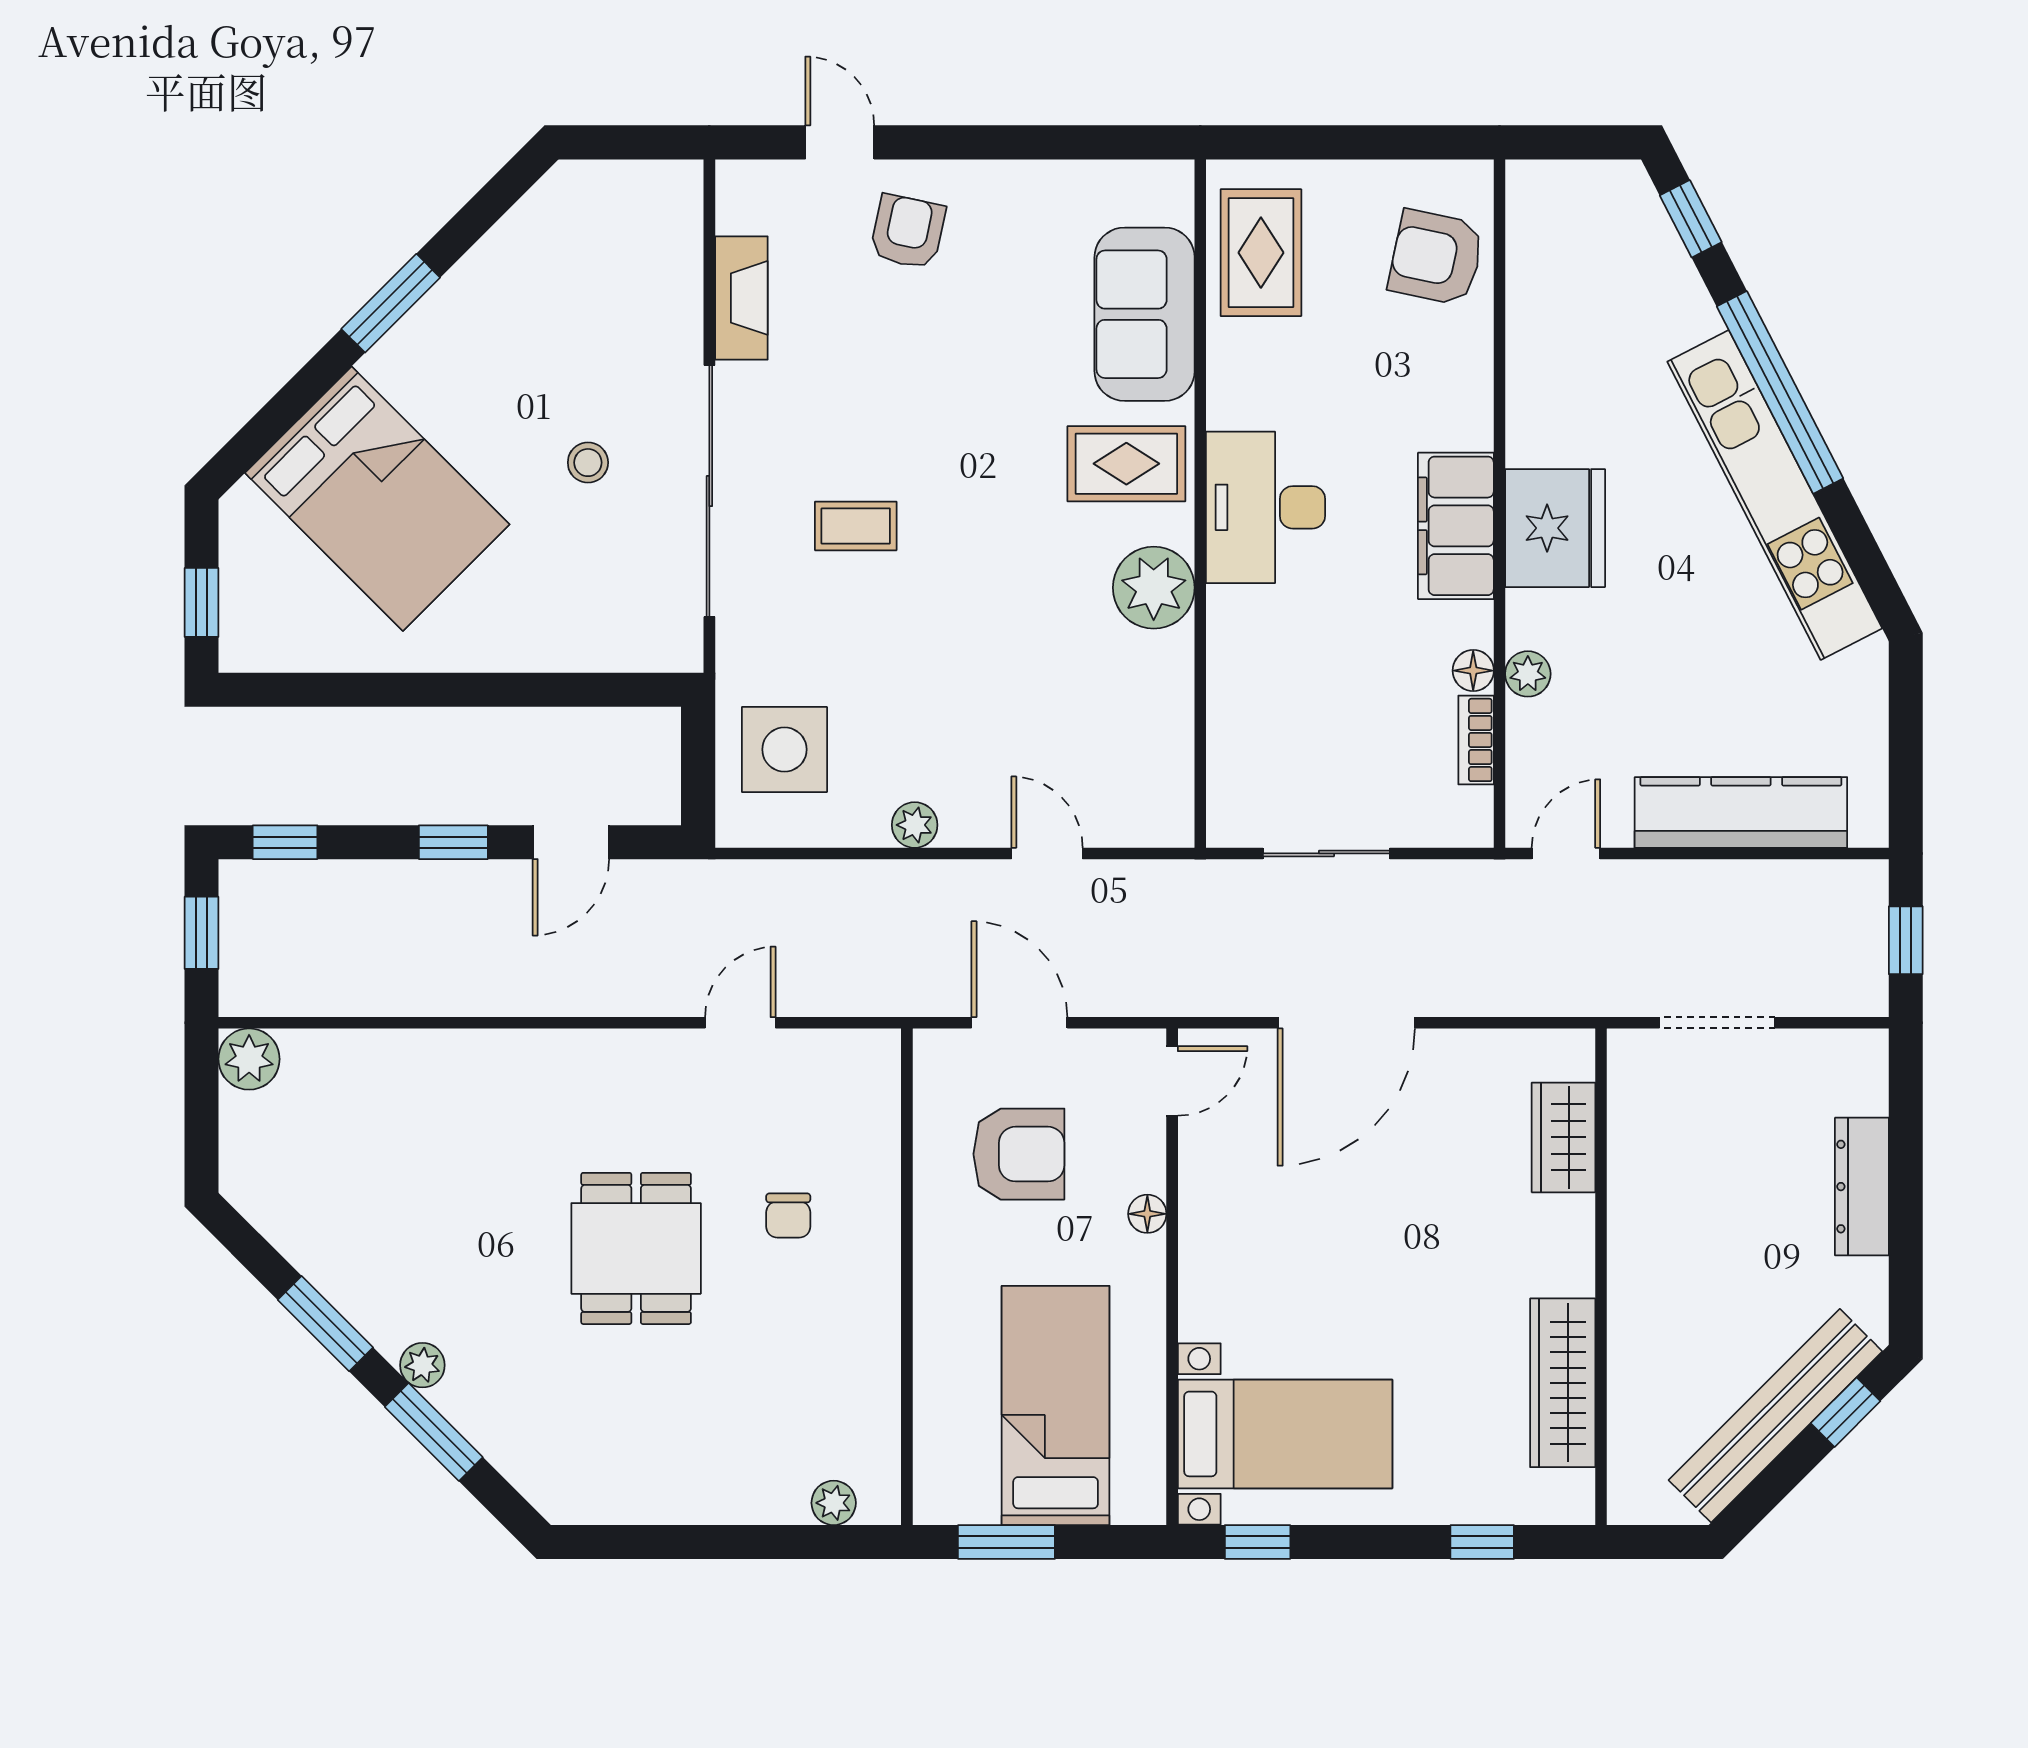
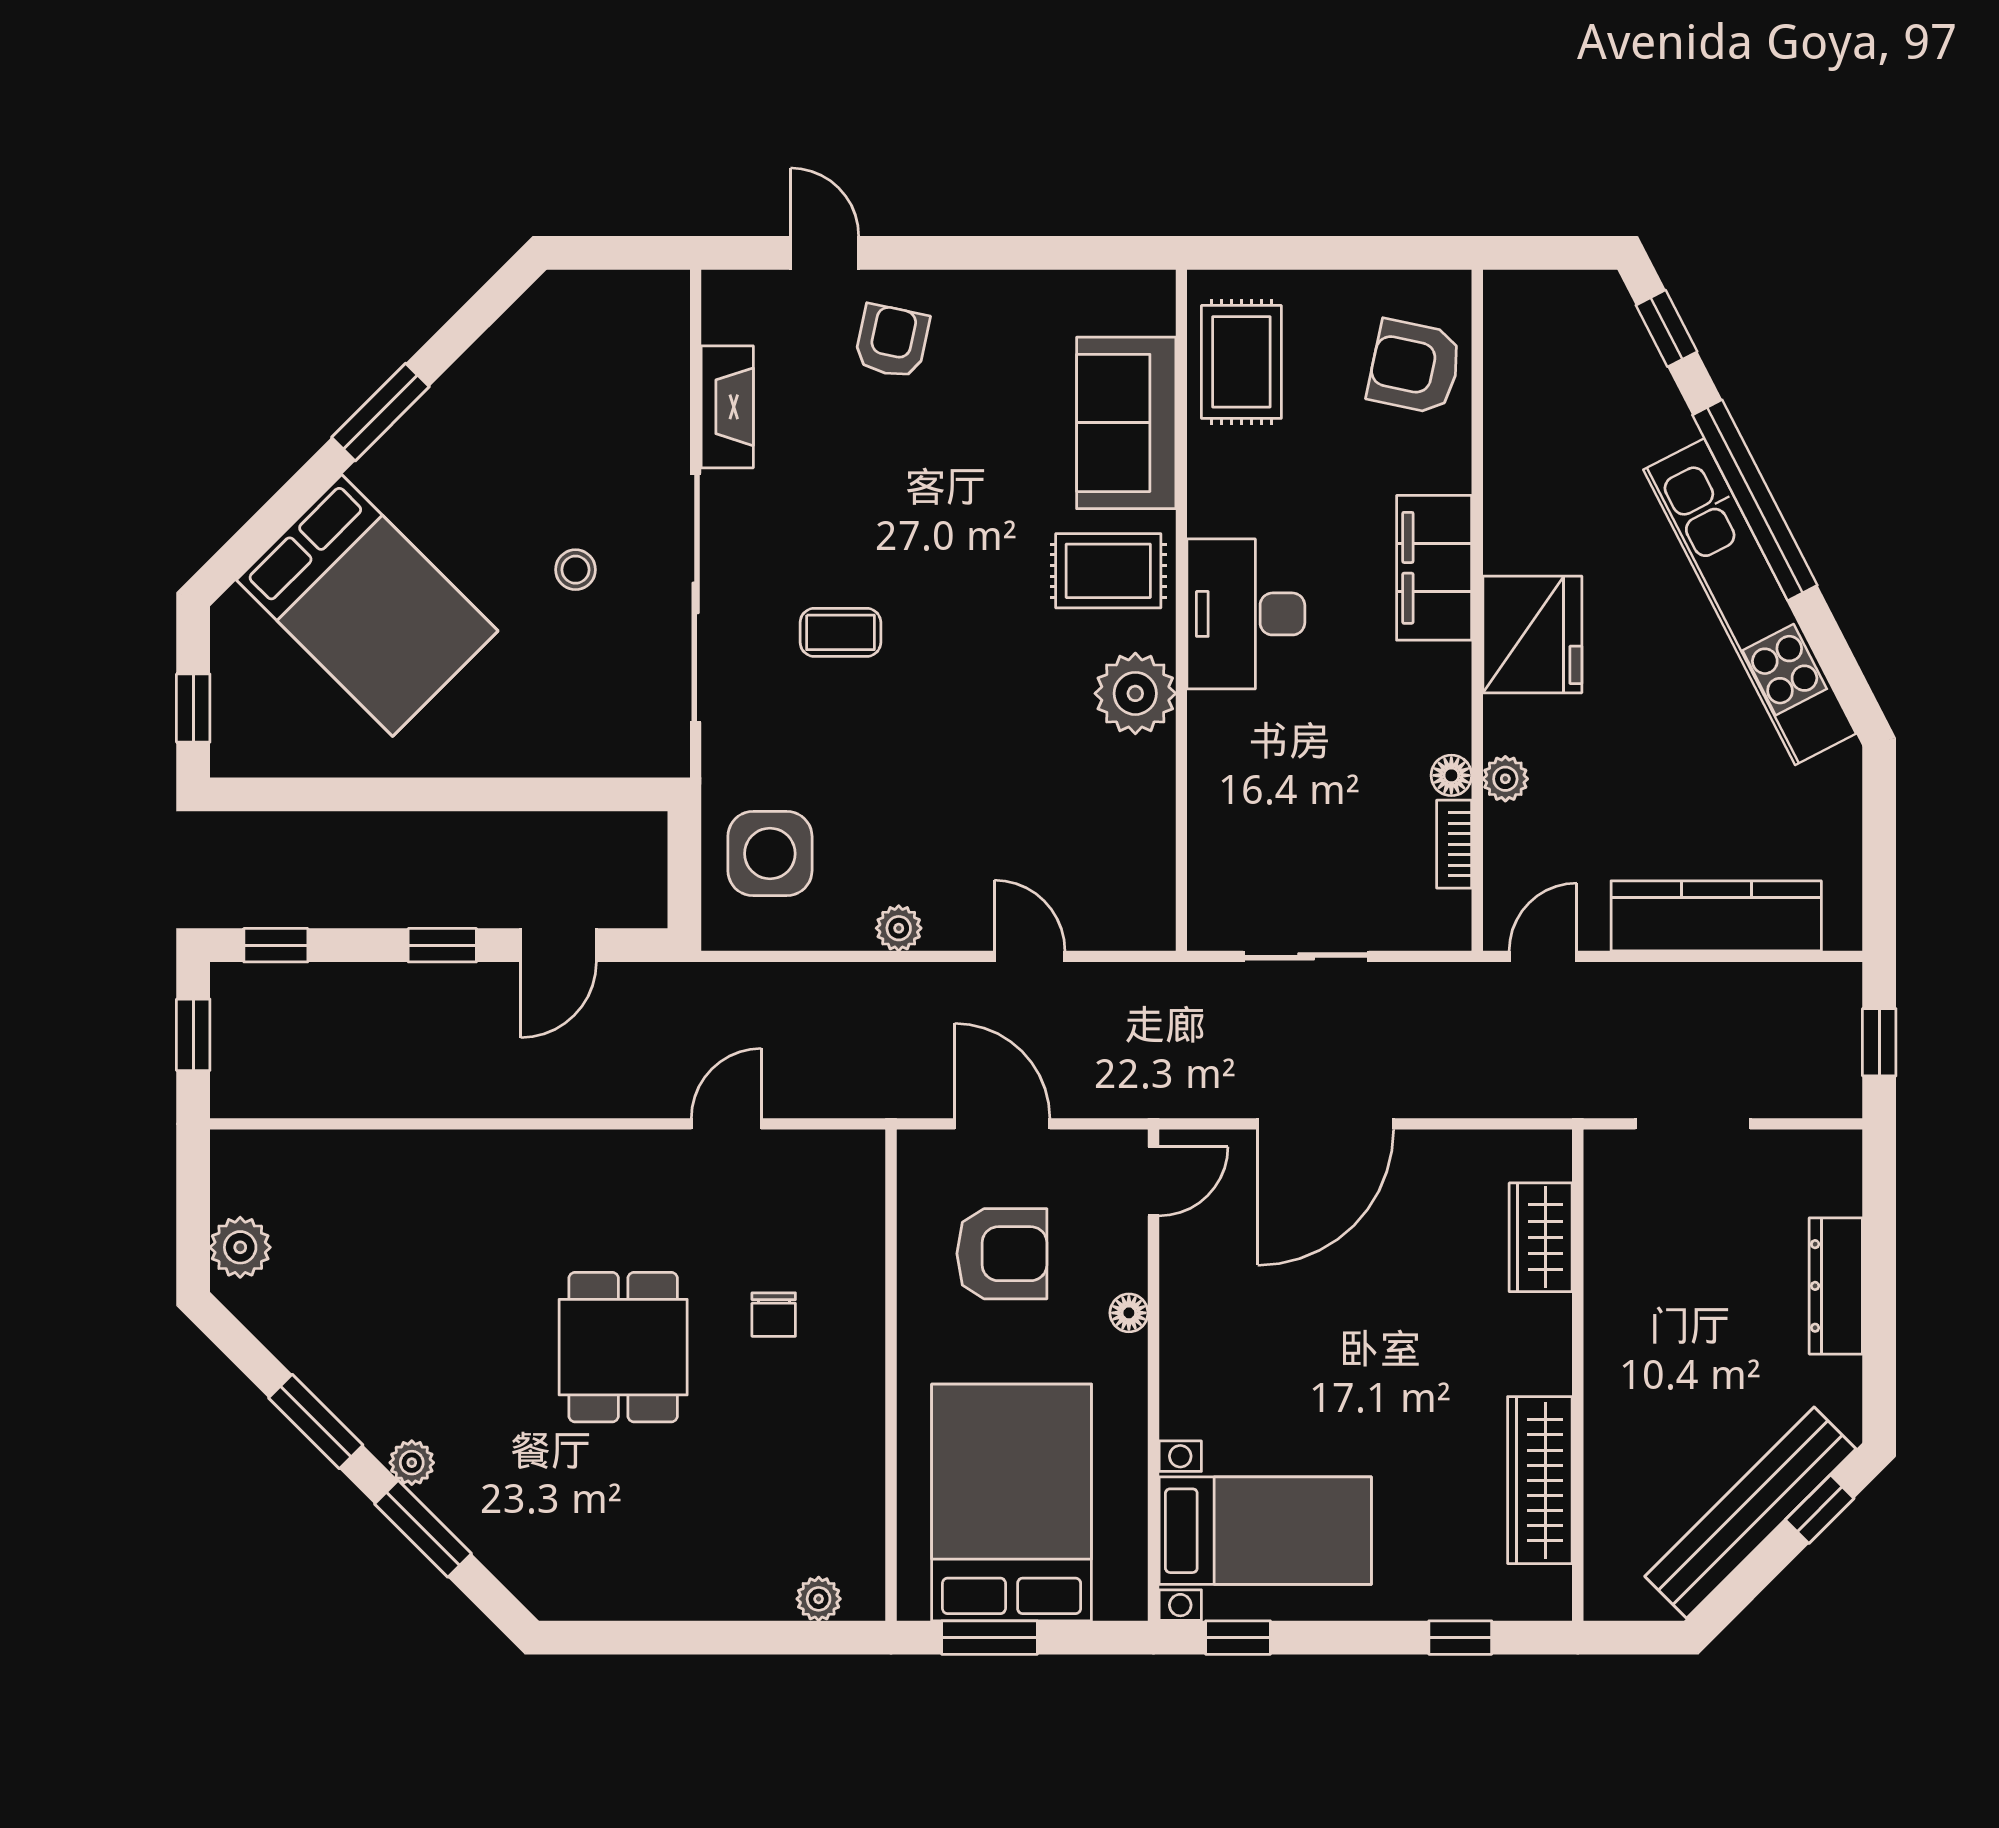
filing cabinet: (1456, 526) -> (1434, 568), moved
plant: (249, 1059) -> (240, 1247), moved
bed: (1056, 1405) -> (1012, 1502), width x1.50

